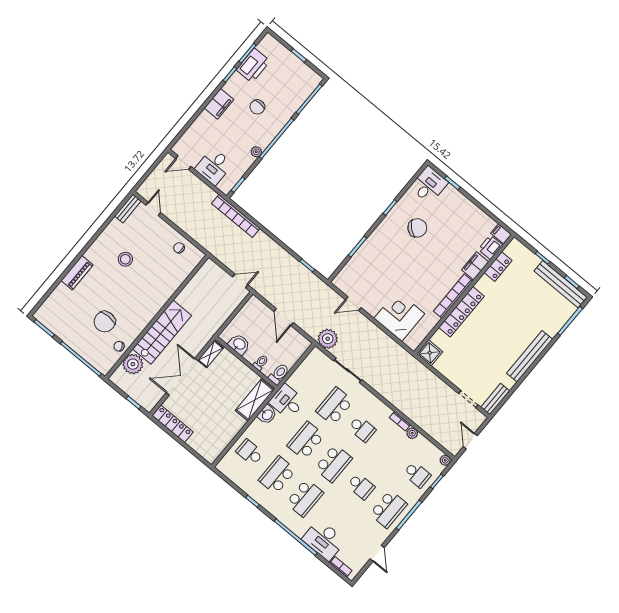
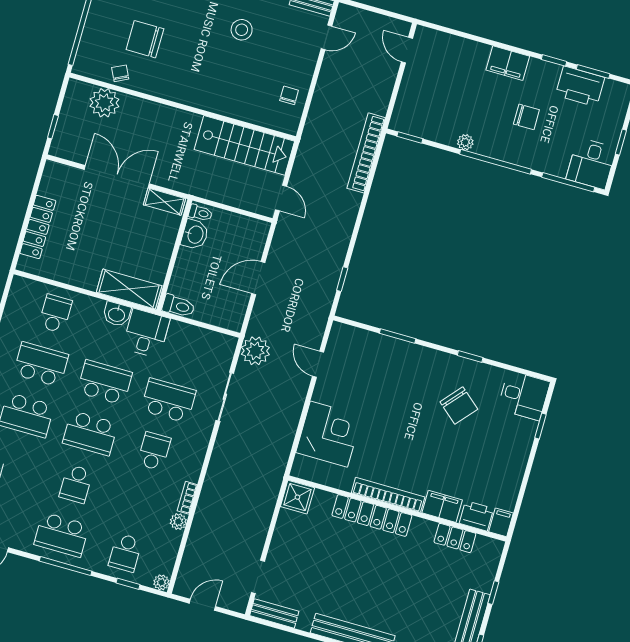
chair: (257, 107) -> (526, 117), turned 180
desk: (214, 167) -> (591, 164), moved, turned -90
stairs: (162, 332) -> (244, 145), moved
toilet: (261, 363) -> (200, 213), moved
locker: (173, 424) -> (38, 227), moved
school desk: (362, 429) -> (154, 451), turned 180

